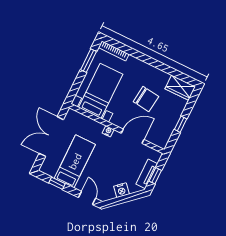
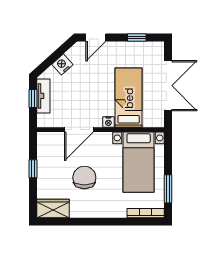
chair: (146, 99) -> (84, 178), turned 83
bed: (75, 161) -> (129, 98), moved, turned 180
door: (87, 198) -> (96, 38), hinge flipped

